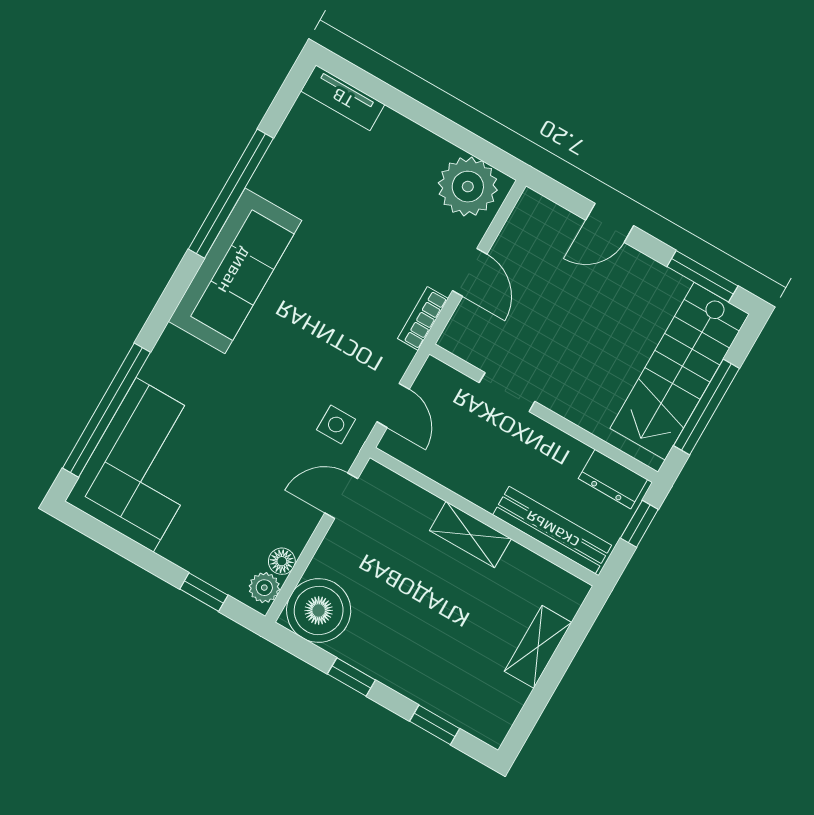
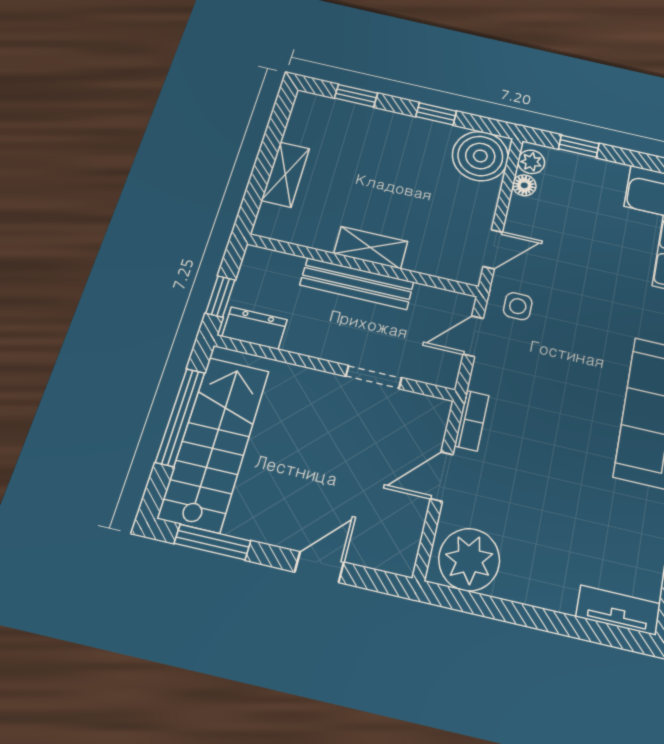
door: (470, 272) -> (442, 476), hinge flipped
door: (393, 405) -> (473, 336), hinge flipped
bench: (552, 530) -> (357, 284), moved

